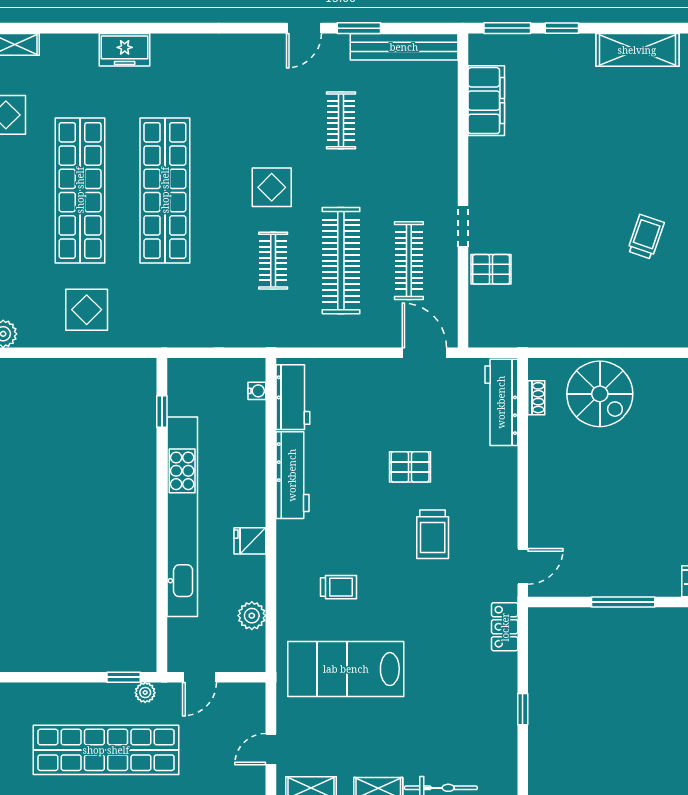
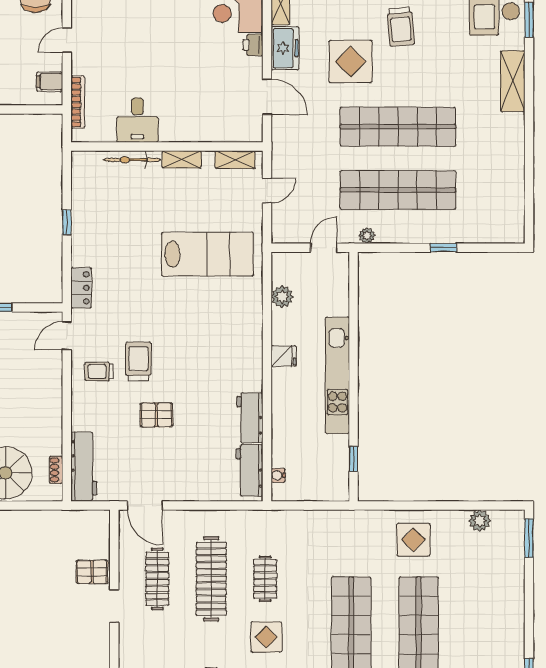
workbench: (292, 475) -> (250, 418), width x0.73
kitchen unit: (182, 517) -> (337, 375), width x0.73
trolley: (339, 587) -> (99, 371), moved
window: (124, 677) -> (443, 248), moved

